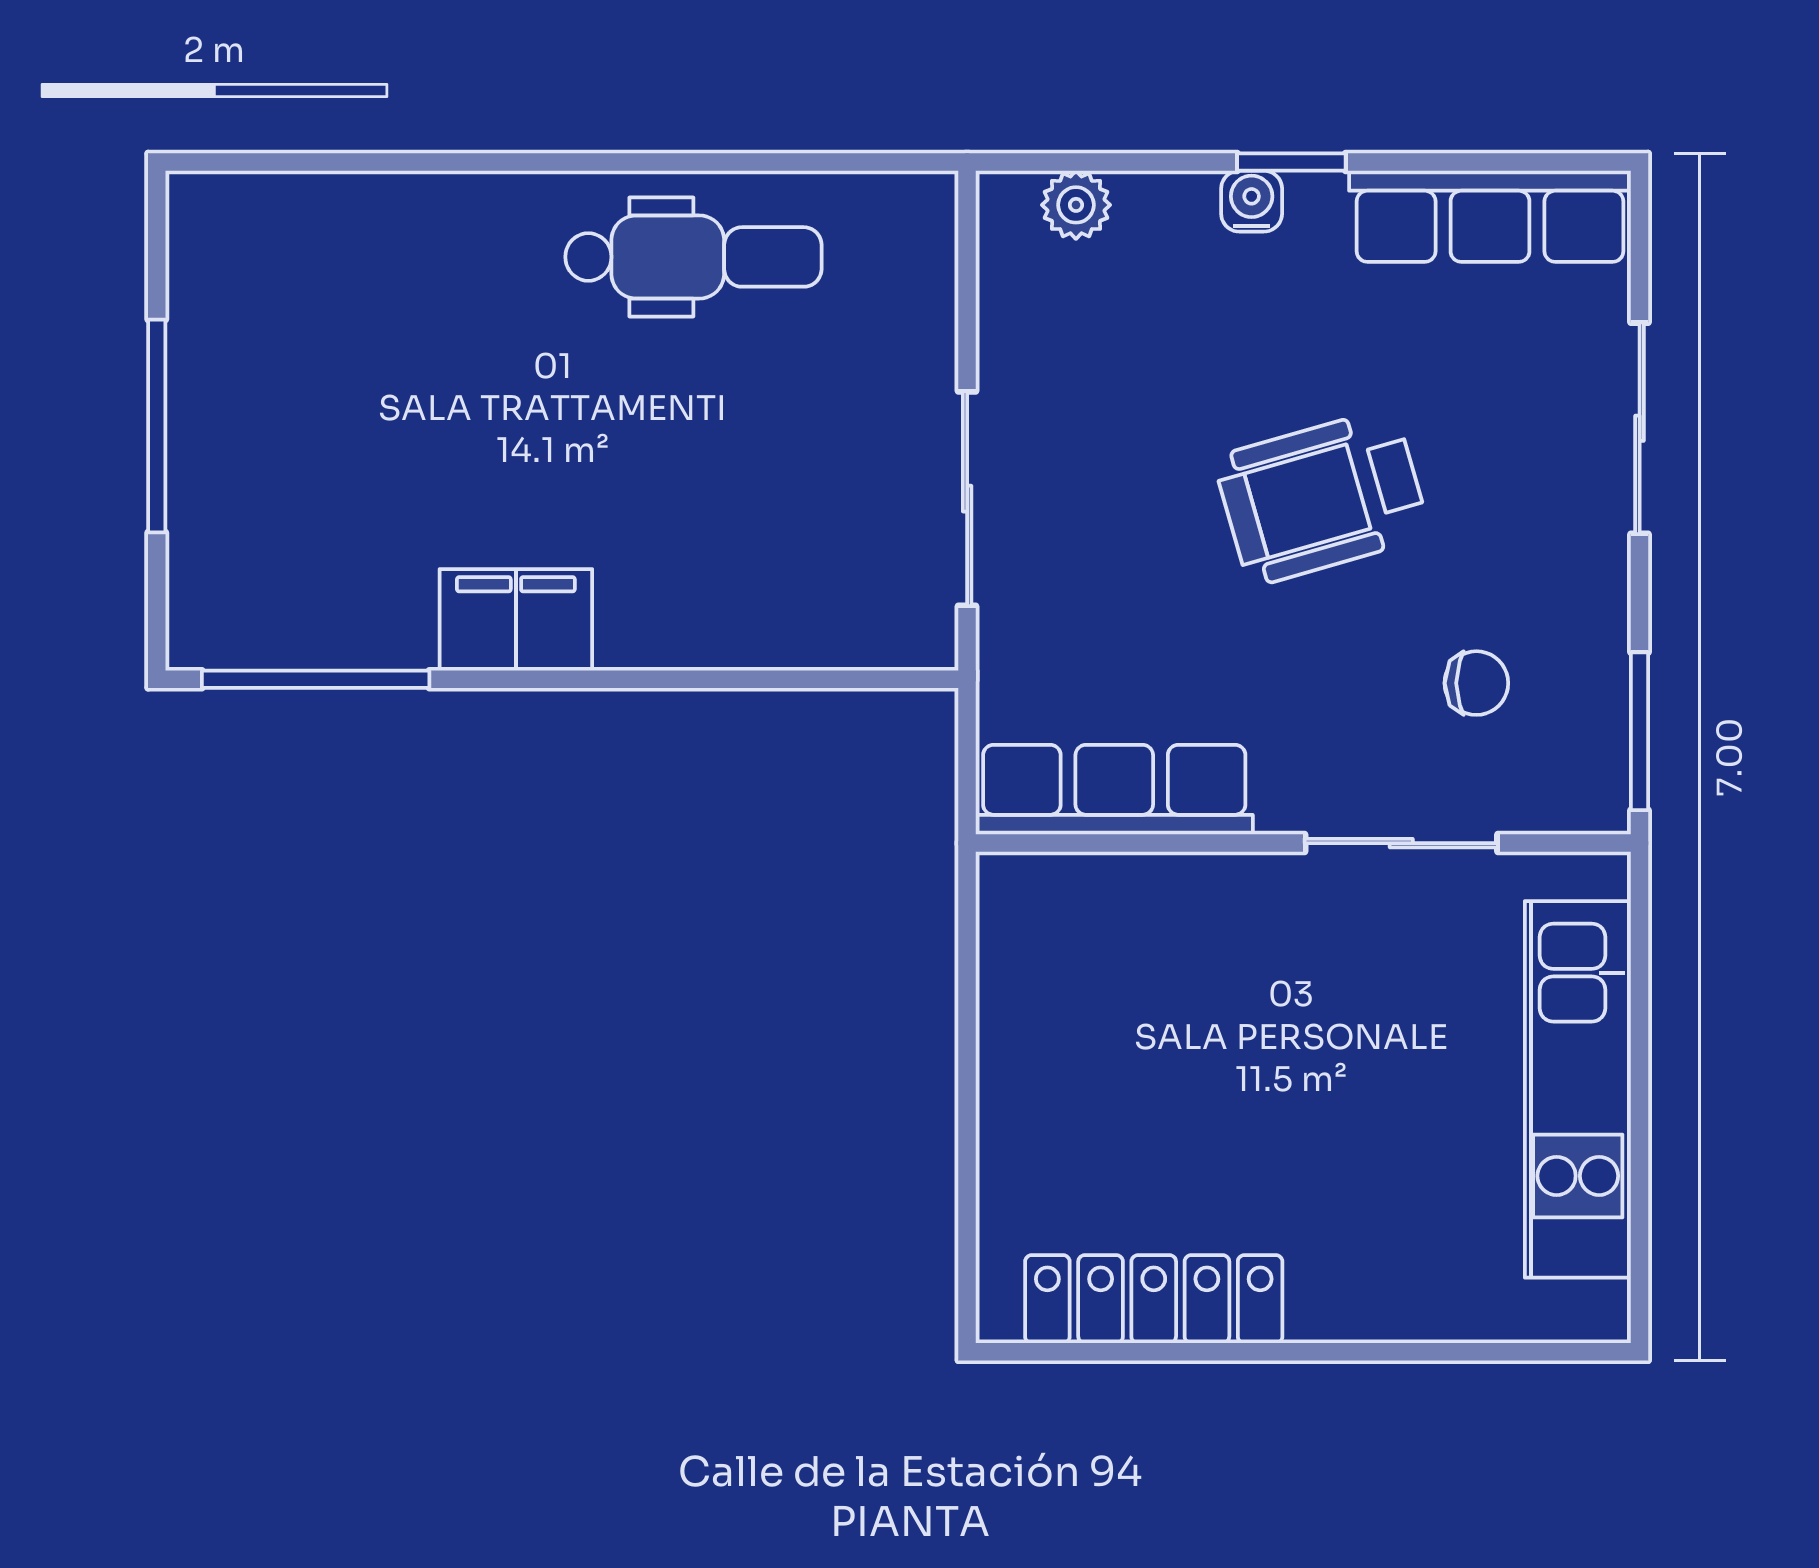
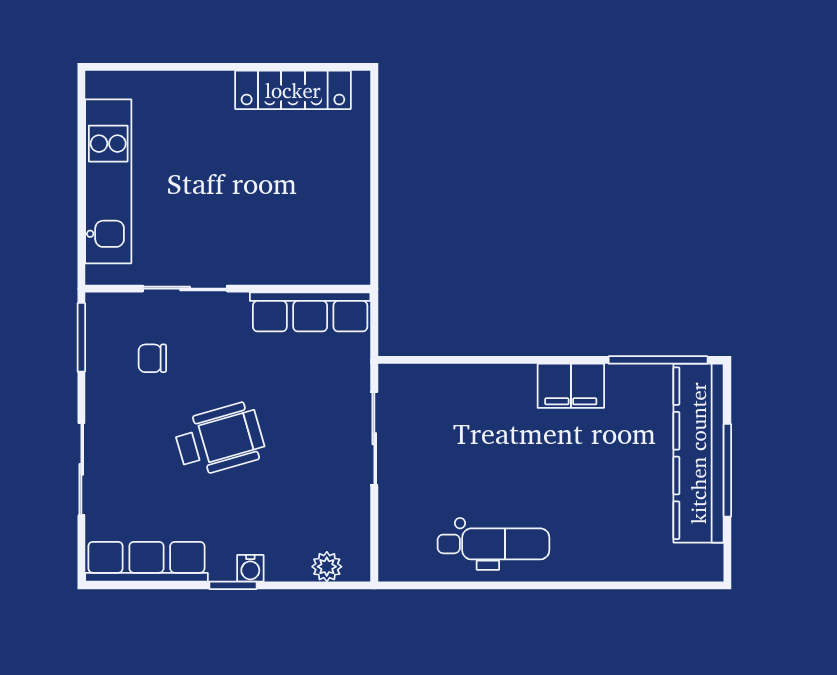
dental chair: (693, 257) -> (493, 544), turned 180
kitchen counter: (223, 465) -> (698, 453), added

